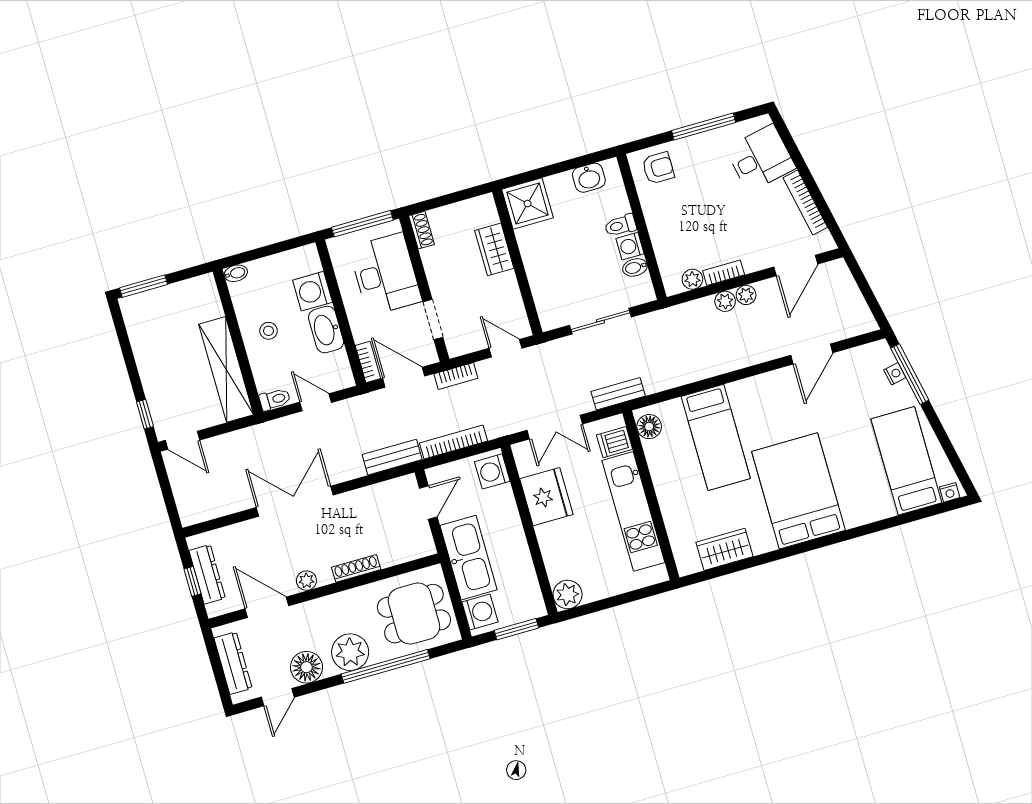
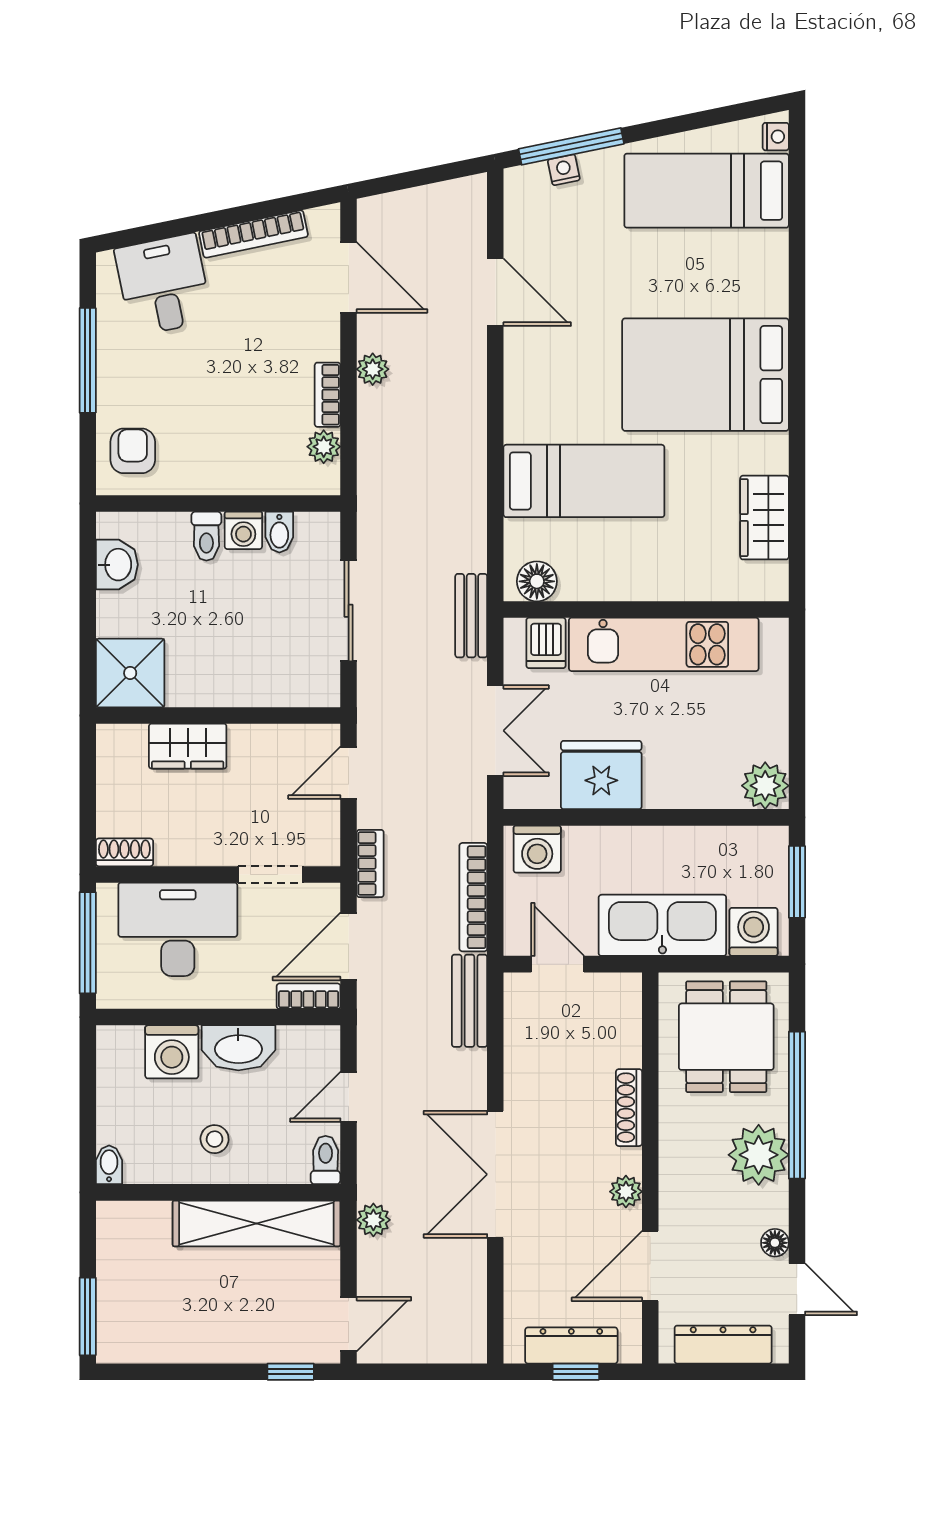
plant: (725, 301) -> (373, 1220), moved
floor lamp: (306, 667) -> (775, 1243), width x0.53, depth x0.53

